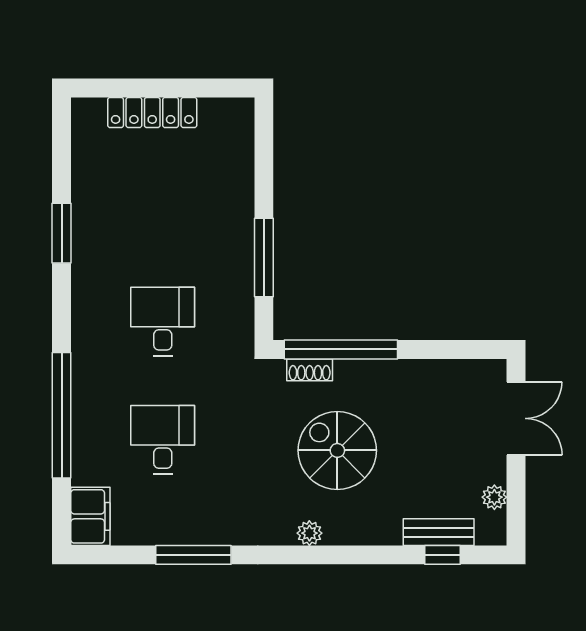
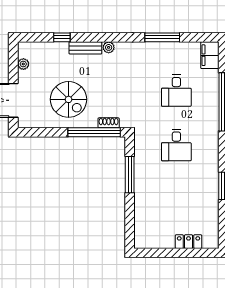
locker: (152, 113) -> (189, 242), width x0.66
spiral stairs: (337, 450) -> (69, 99), moved
bench: (439, 532) -> (85, 48), moved
window: (442, 555) -> (62, 37), moved

